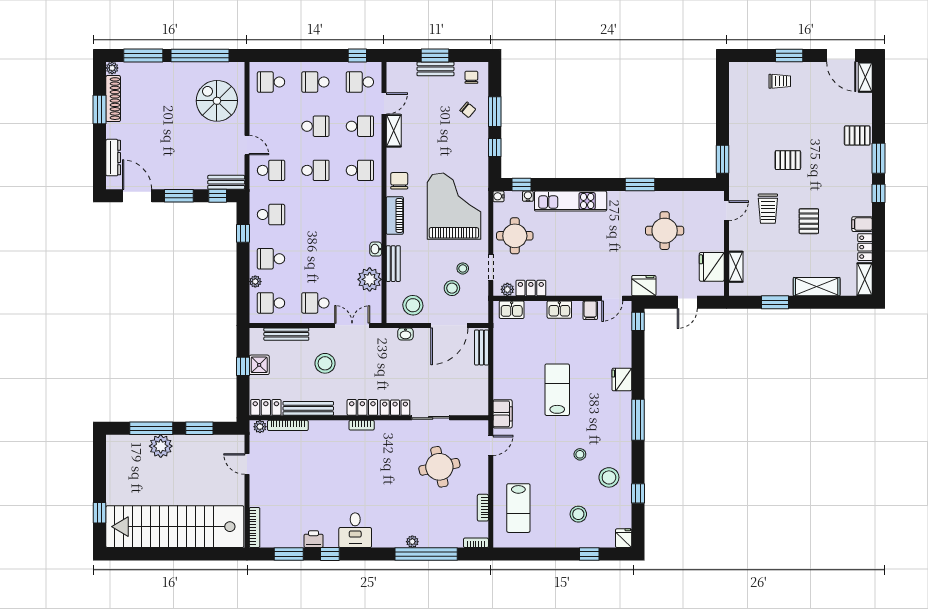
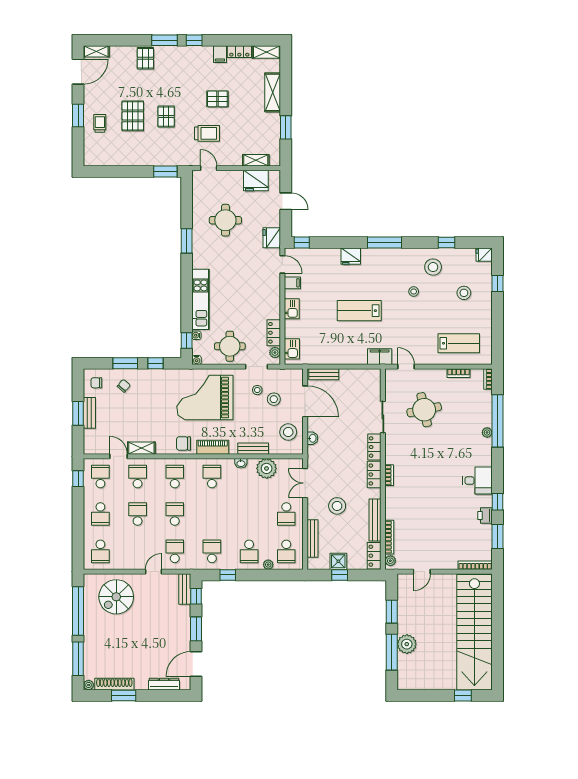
school desk: (360, 82) -> (100, 477), turned 180
pallet: (789, 120) -> (133, 116), added
school desk: (360, 215) -> (212, 477), added

